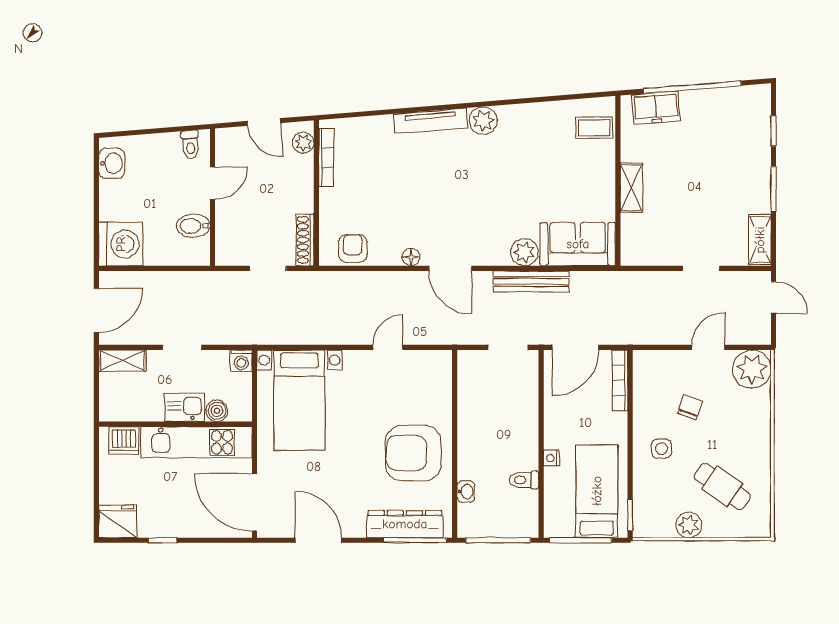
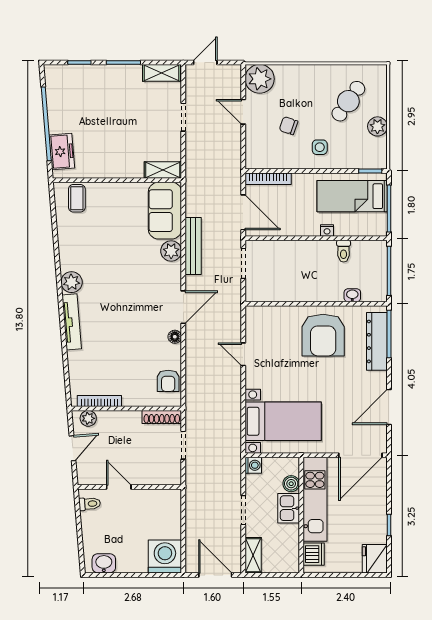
shelving: (631, 188) -> (163, 170), moved
bidet: (193, 226) -> (151, 502), removed
armchair: (353, 248) -> (168, 381), turned -90

